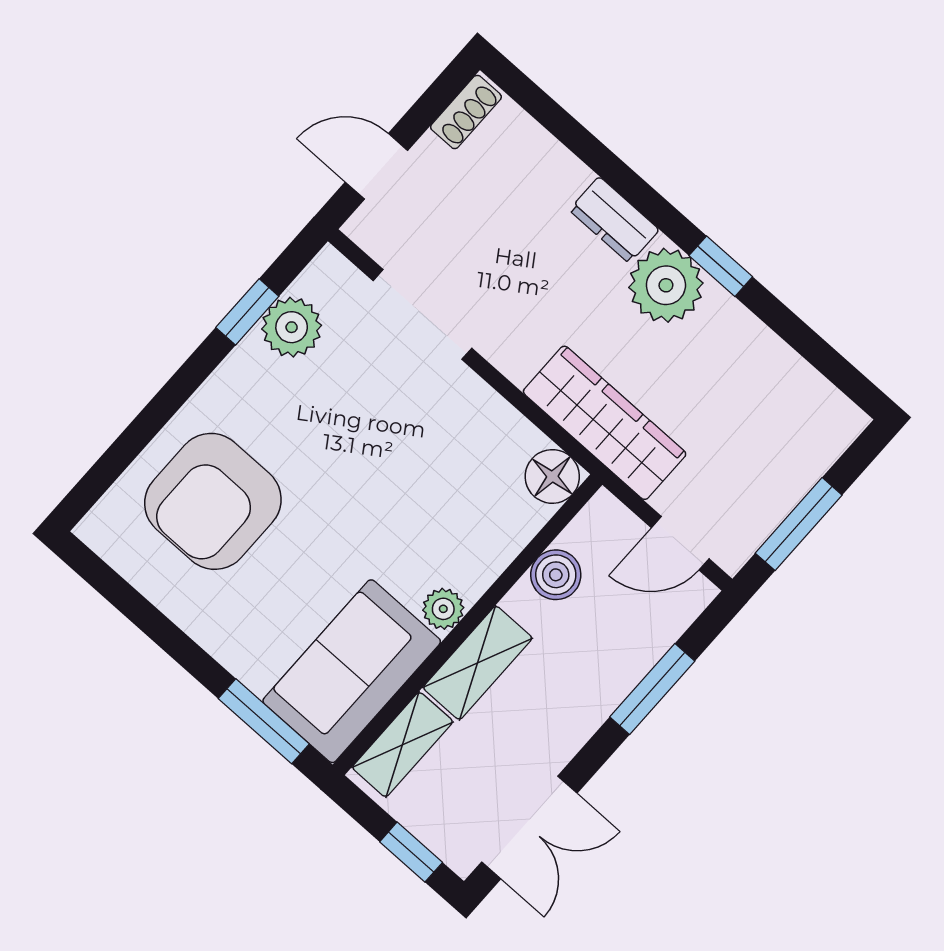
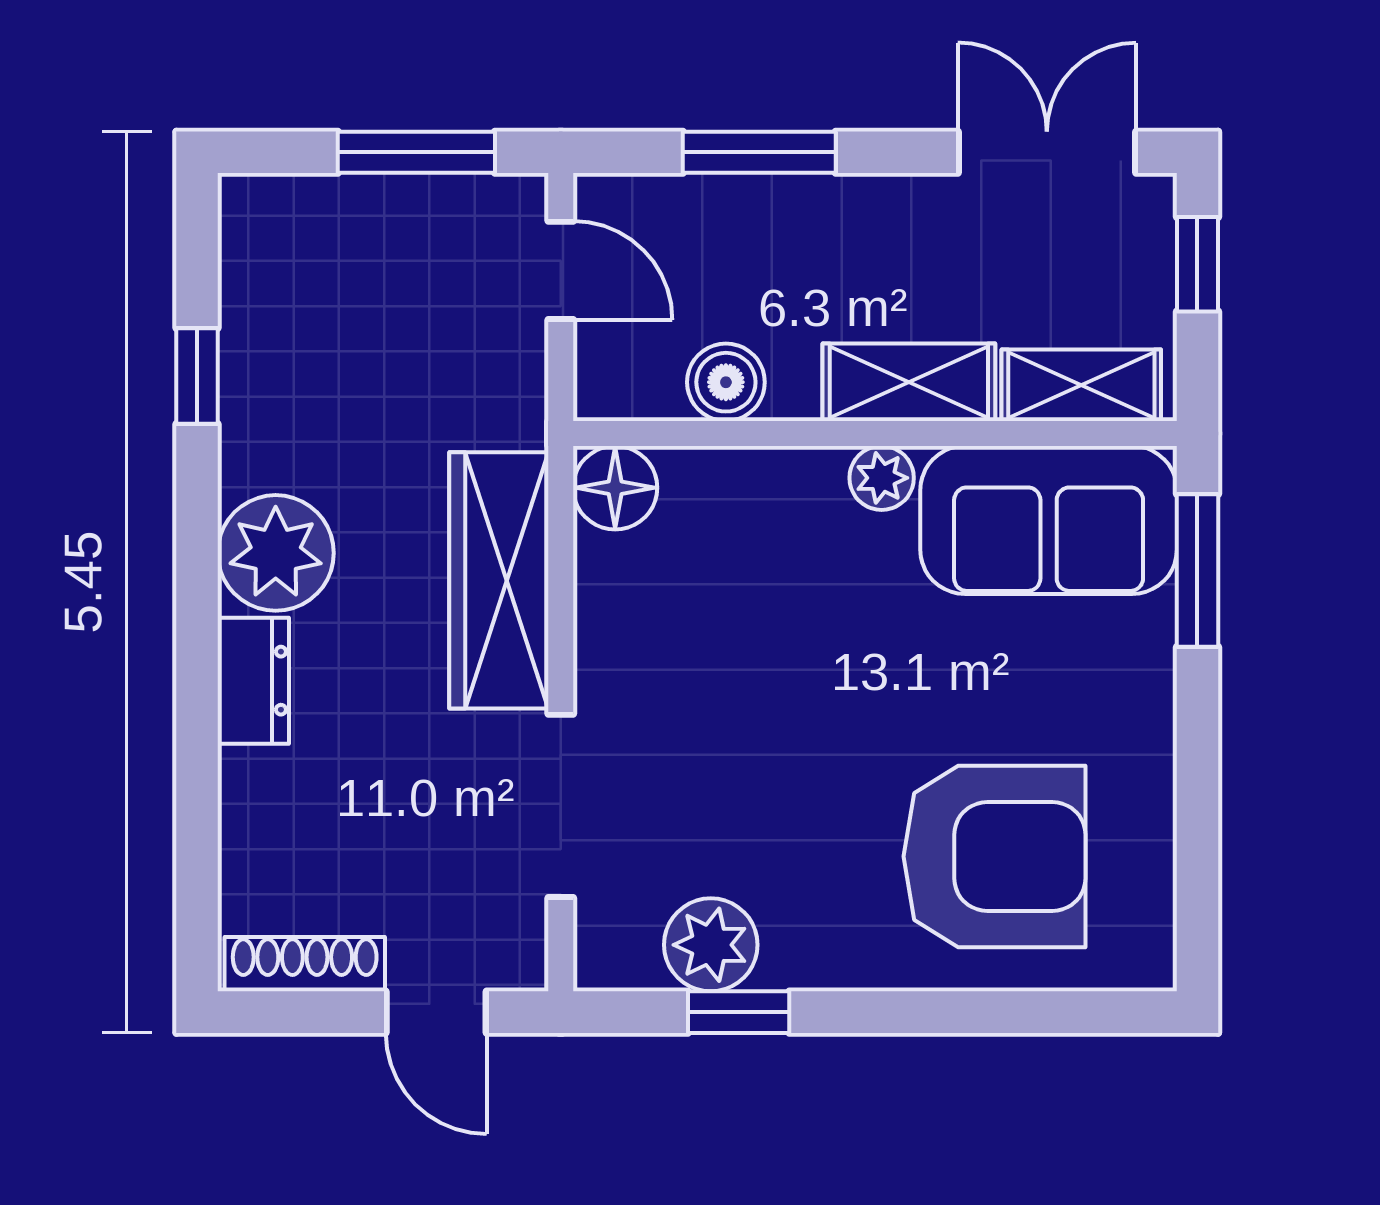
shoe rack: (466, 112) -> (305, 964), width x1.43
window: (721, 266) -> (197, 376), moved
wardrobe: (605, 423) -> (499, 580), moved

